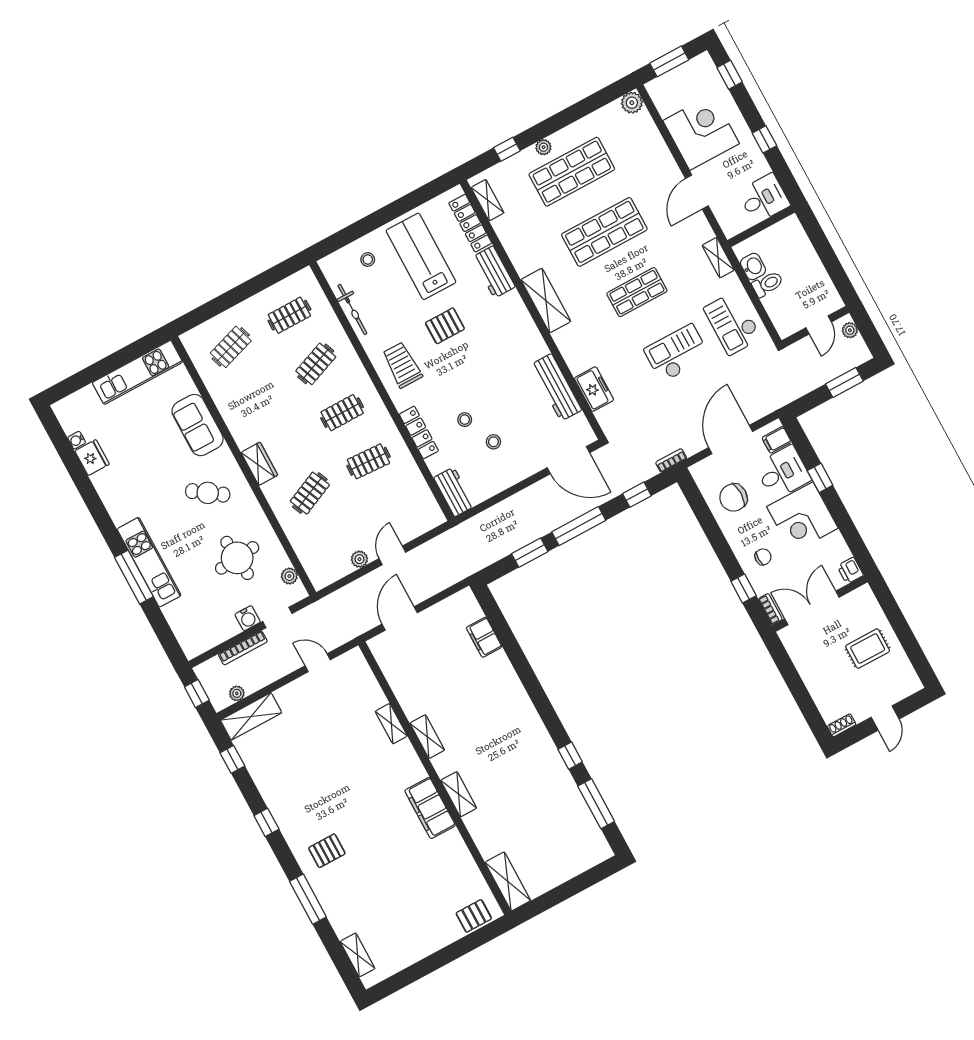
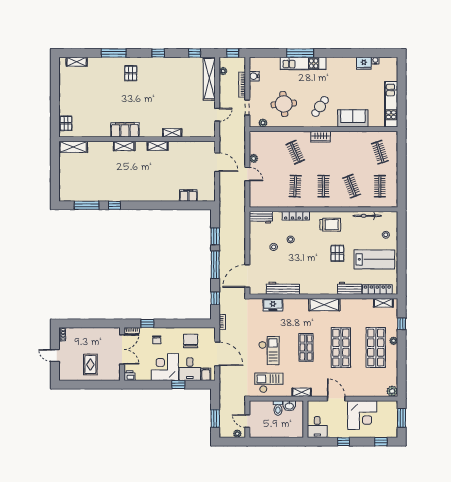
water cooler: (248, 618) -> (254, 76), moved
shelving: (251, 716) -> (209, 79), width x1.47

